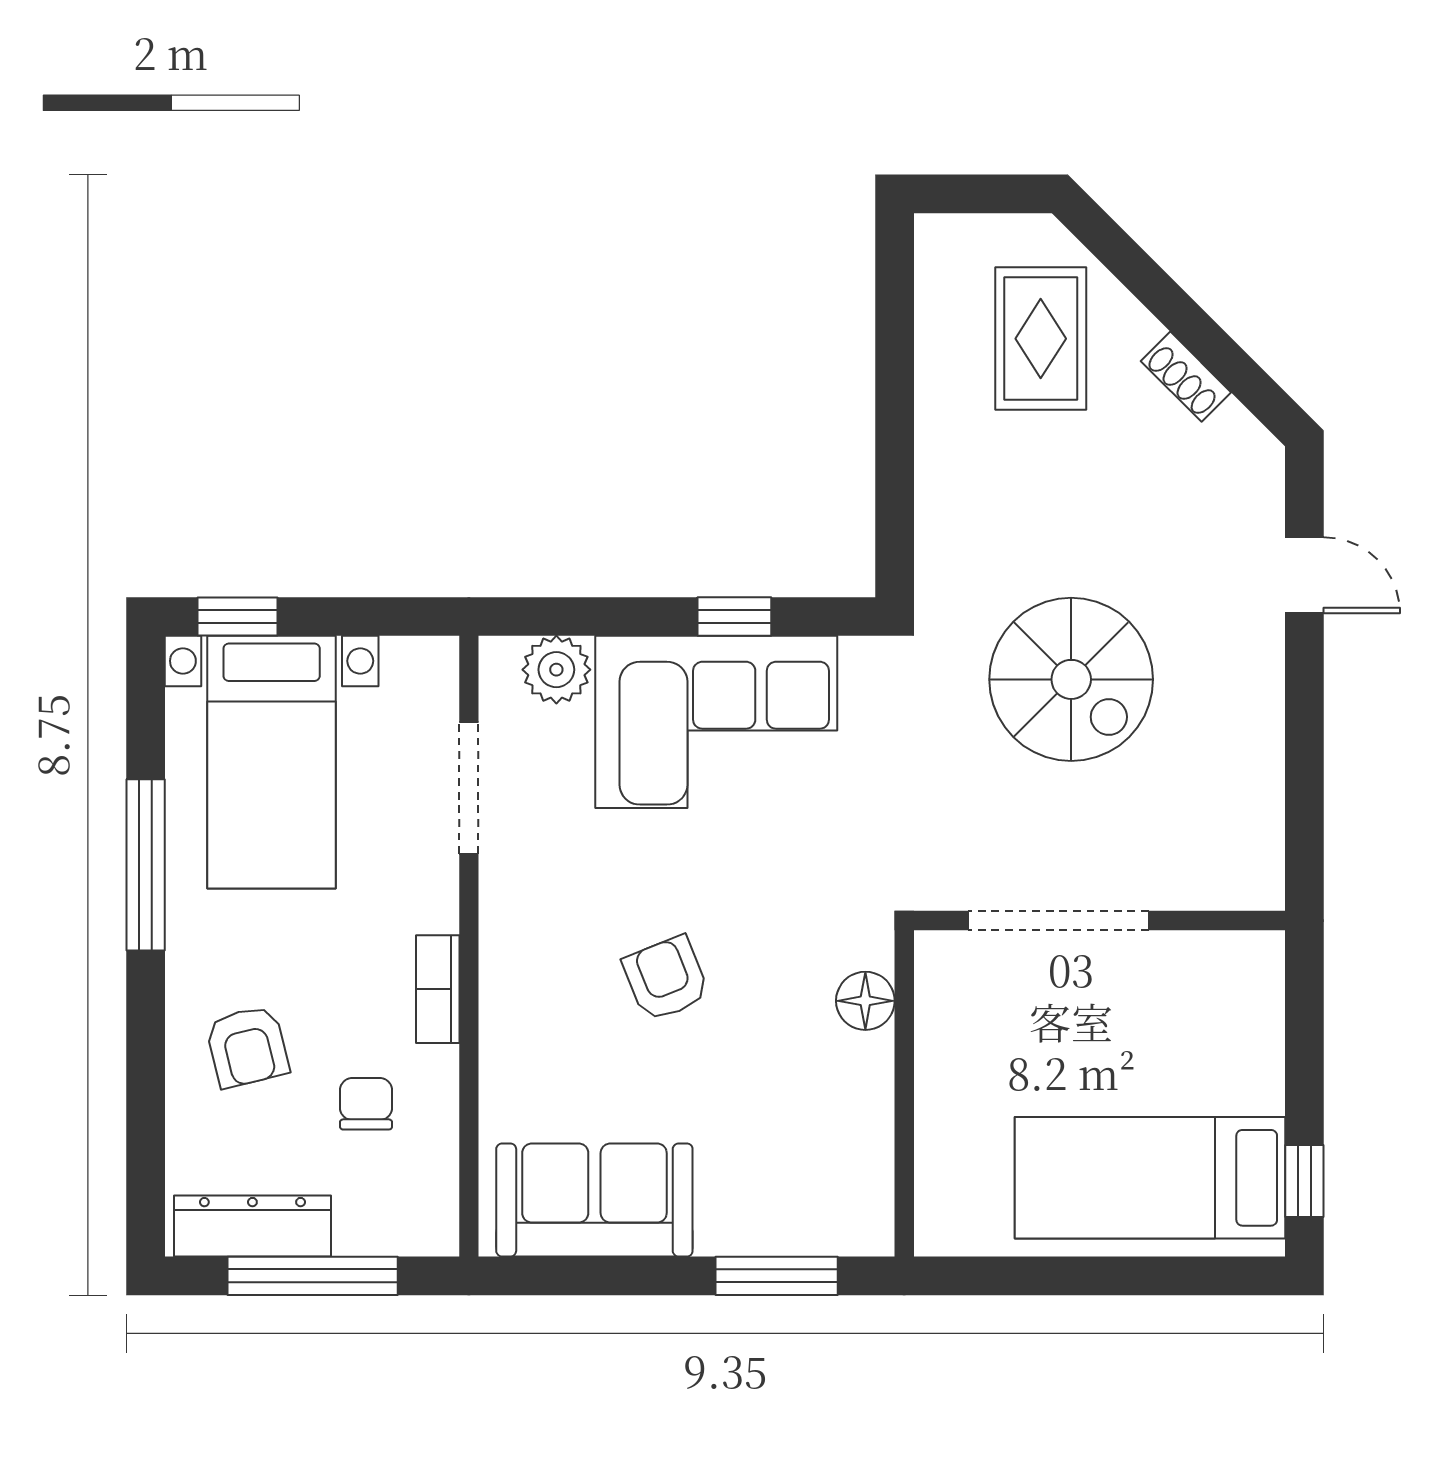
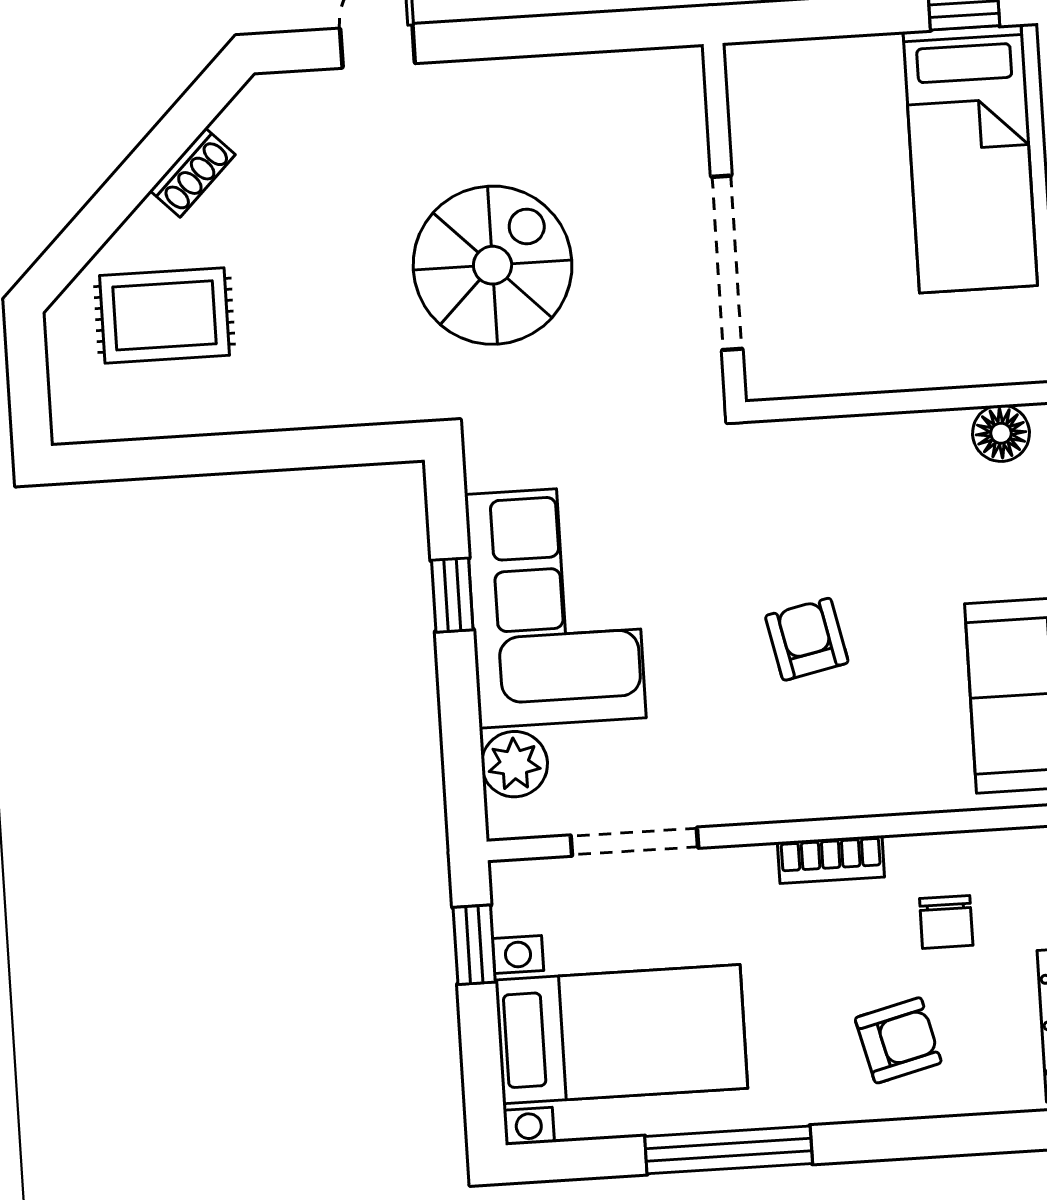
window: (238, 616) -> (474, 945), moved
armchair: (666, 979) -> (807, 639), turned 100
floor lamp: (865, 1001) -> (1001, 433), moved
chair: (366, 1104) -> (946, 922), turned -90

